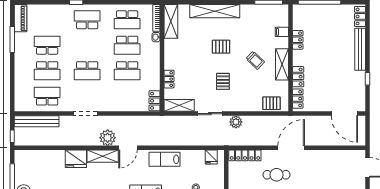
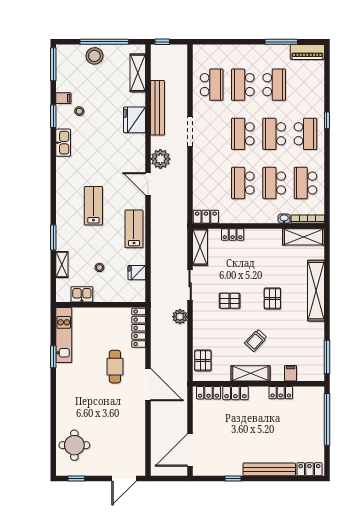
school desk: (87, 45) -> (274, 134), added
bench: (37, 121) -> (157, 108), moved
shelving: (103, 156) -> (138, 73), moved
fridge: (211, 157) -> (137, 273), moved

